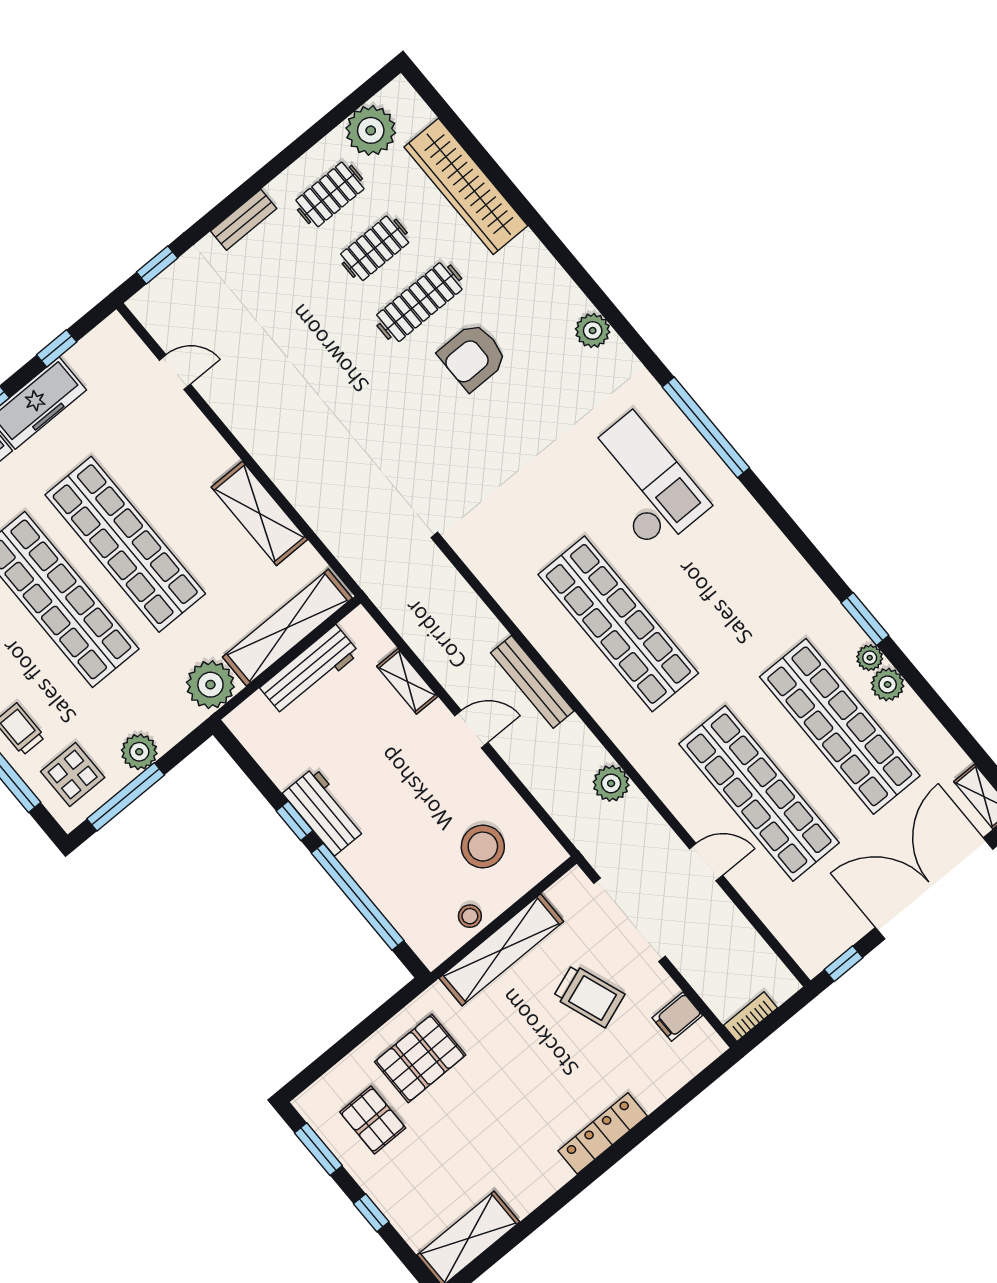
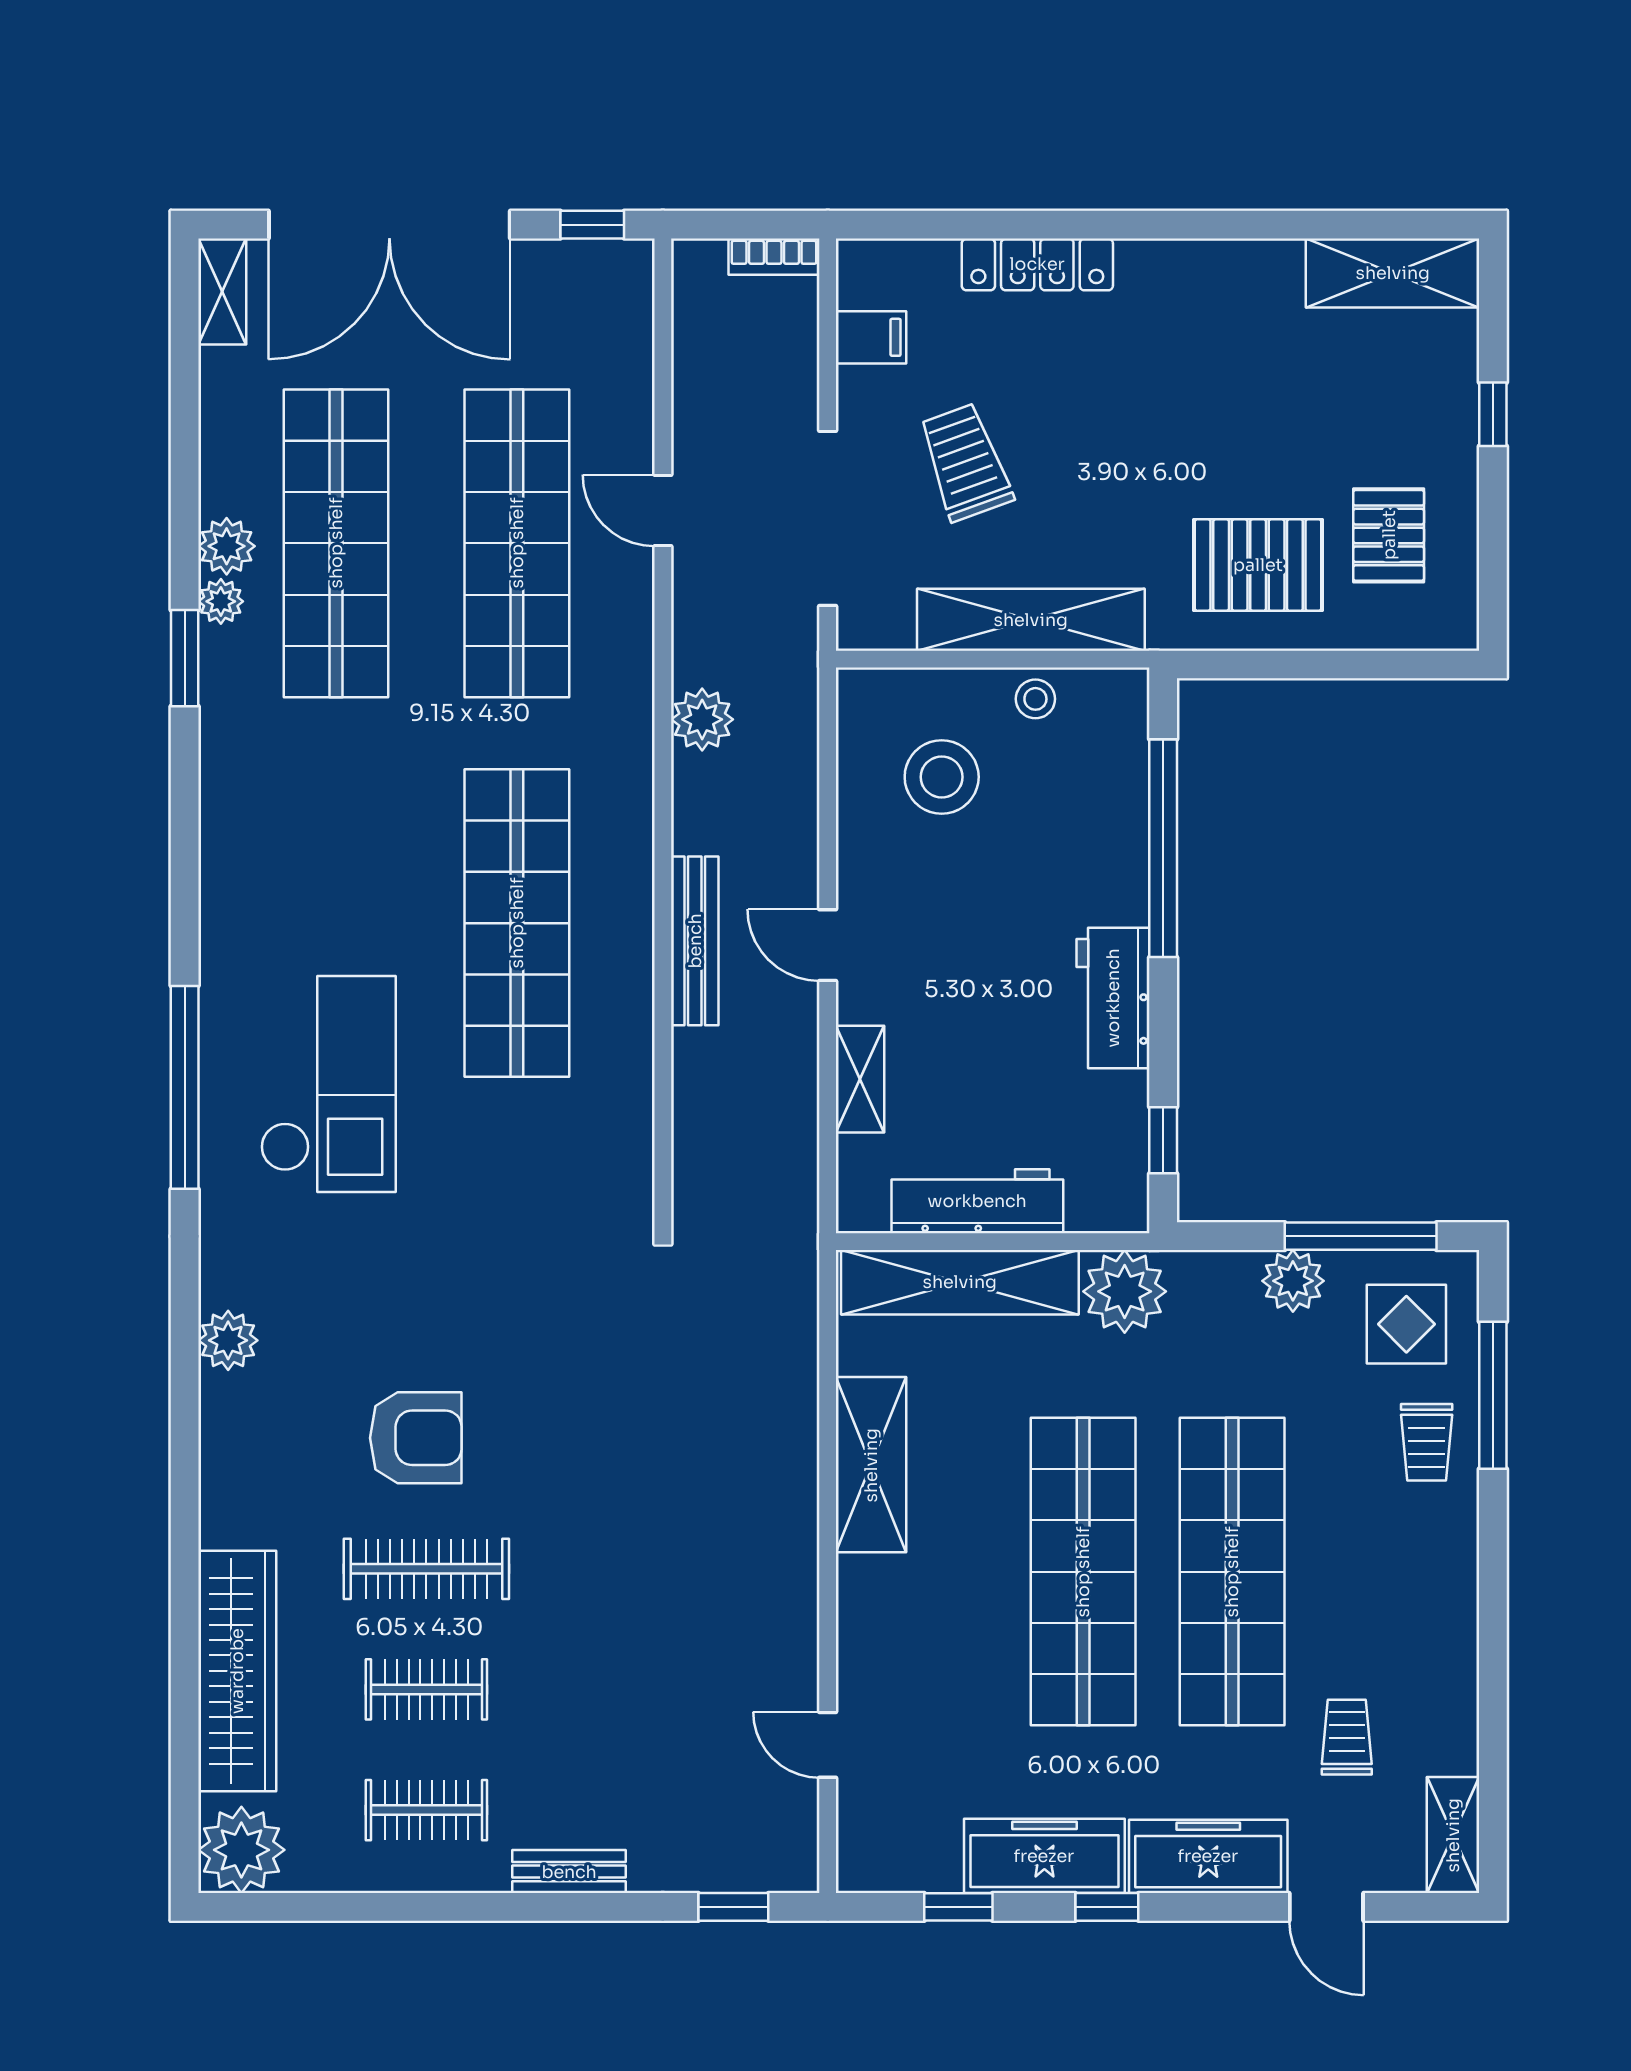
plant: (371, 130) -> (241, 1850), moved
checkout: (643, 482) -> (328, 1084), turned 180
window: (295, 821) -> (1163, 1140), moved
locker: (603, 1133) -> (1037, 264), moved
window: (318, 1149) -> (1493, 557), removed

